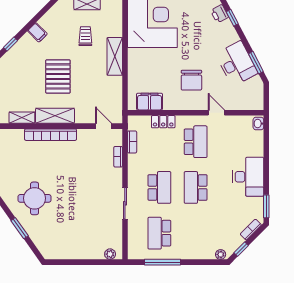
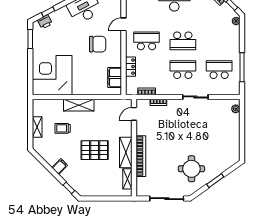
school desk: (159, 233) -> (219, 70), turned 180

